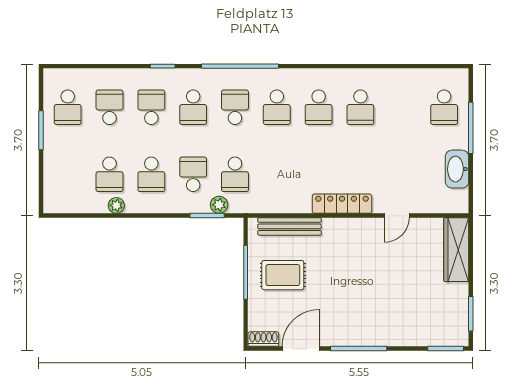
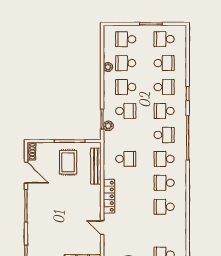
school desk: (68, 174) -> (126, 39), added
school desk: (235, 174) -> (126, 159), moved, turned 180

